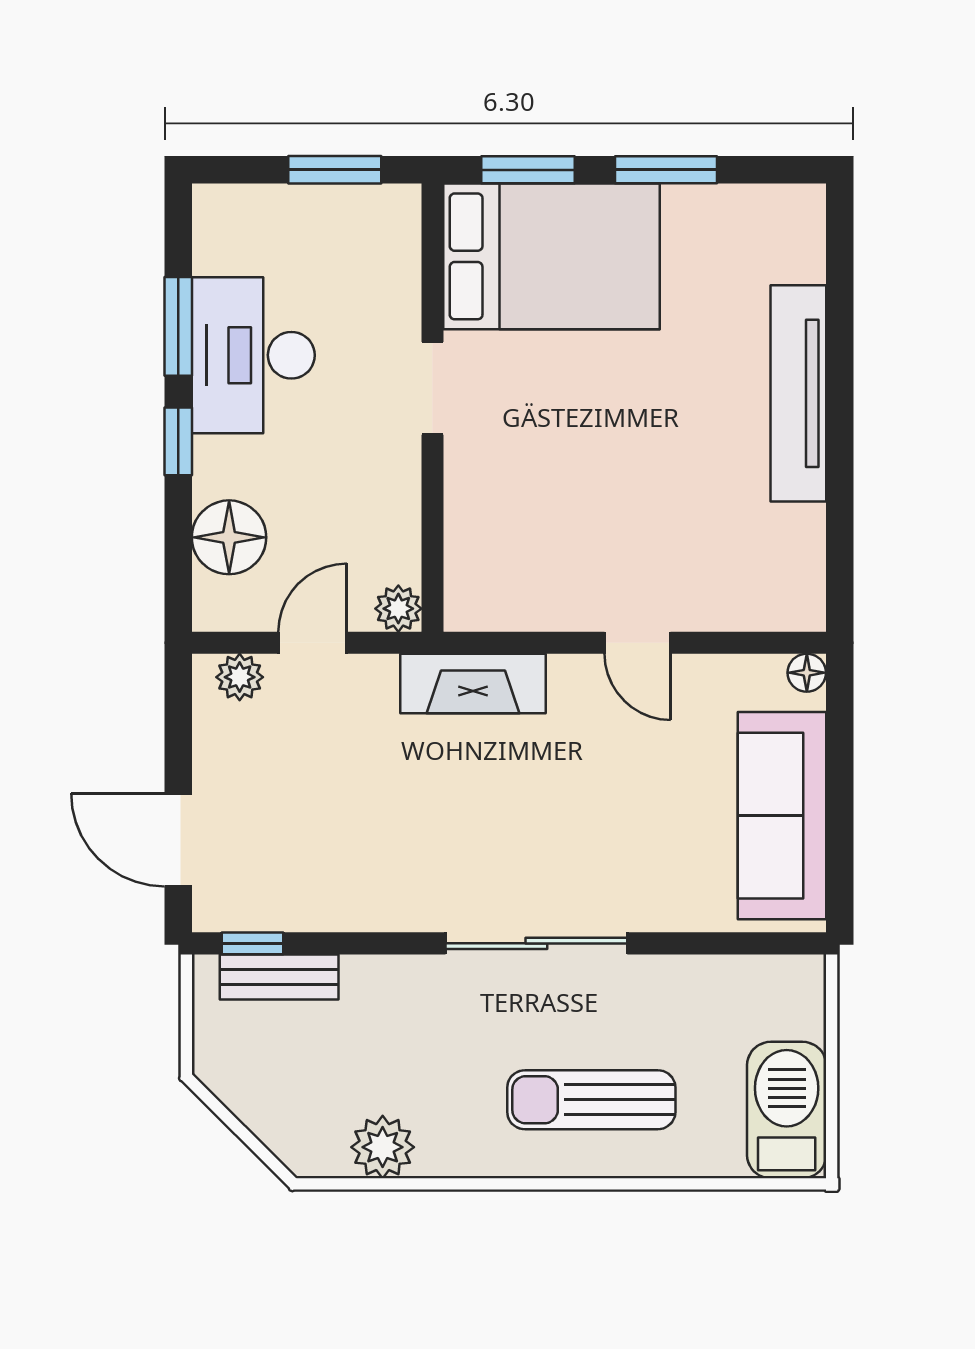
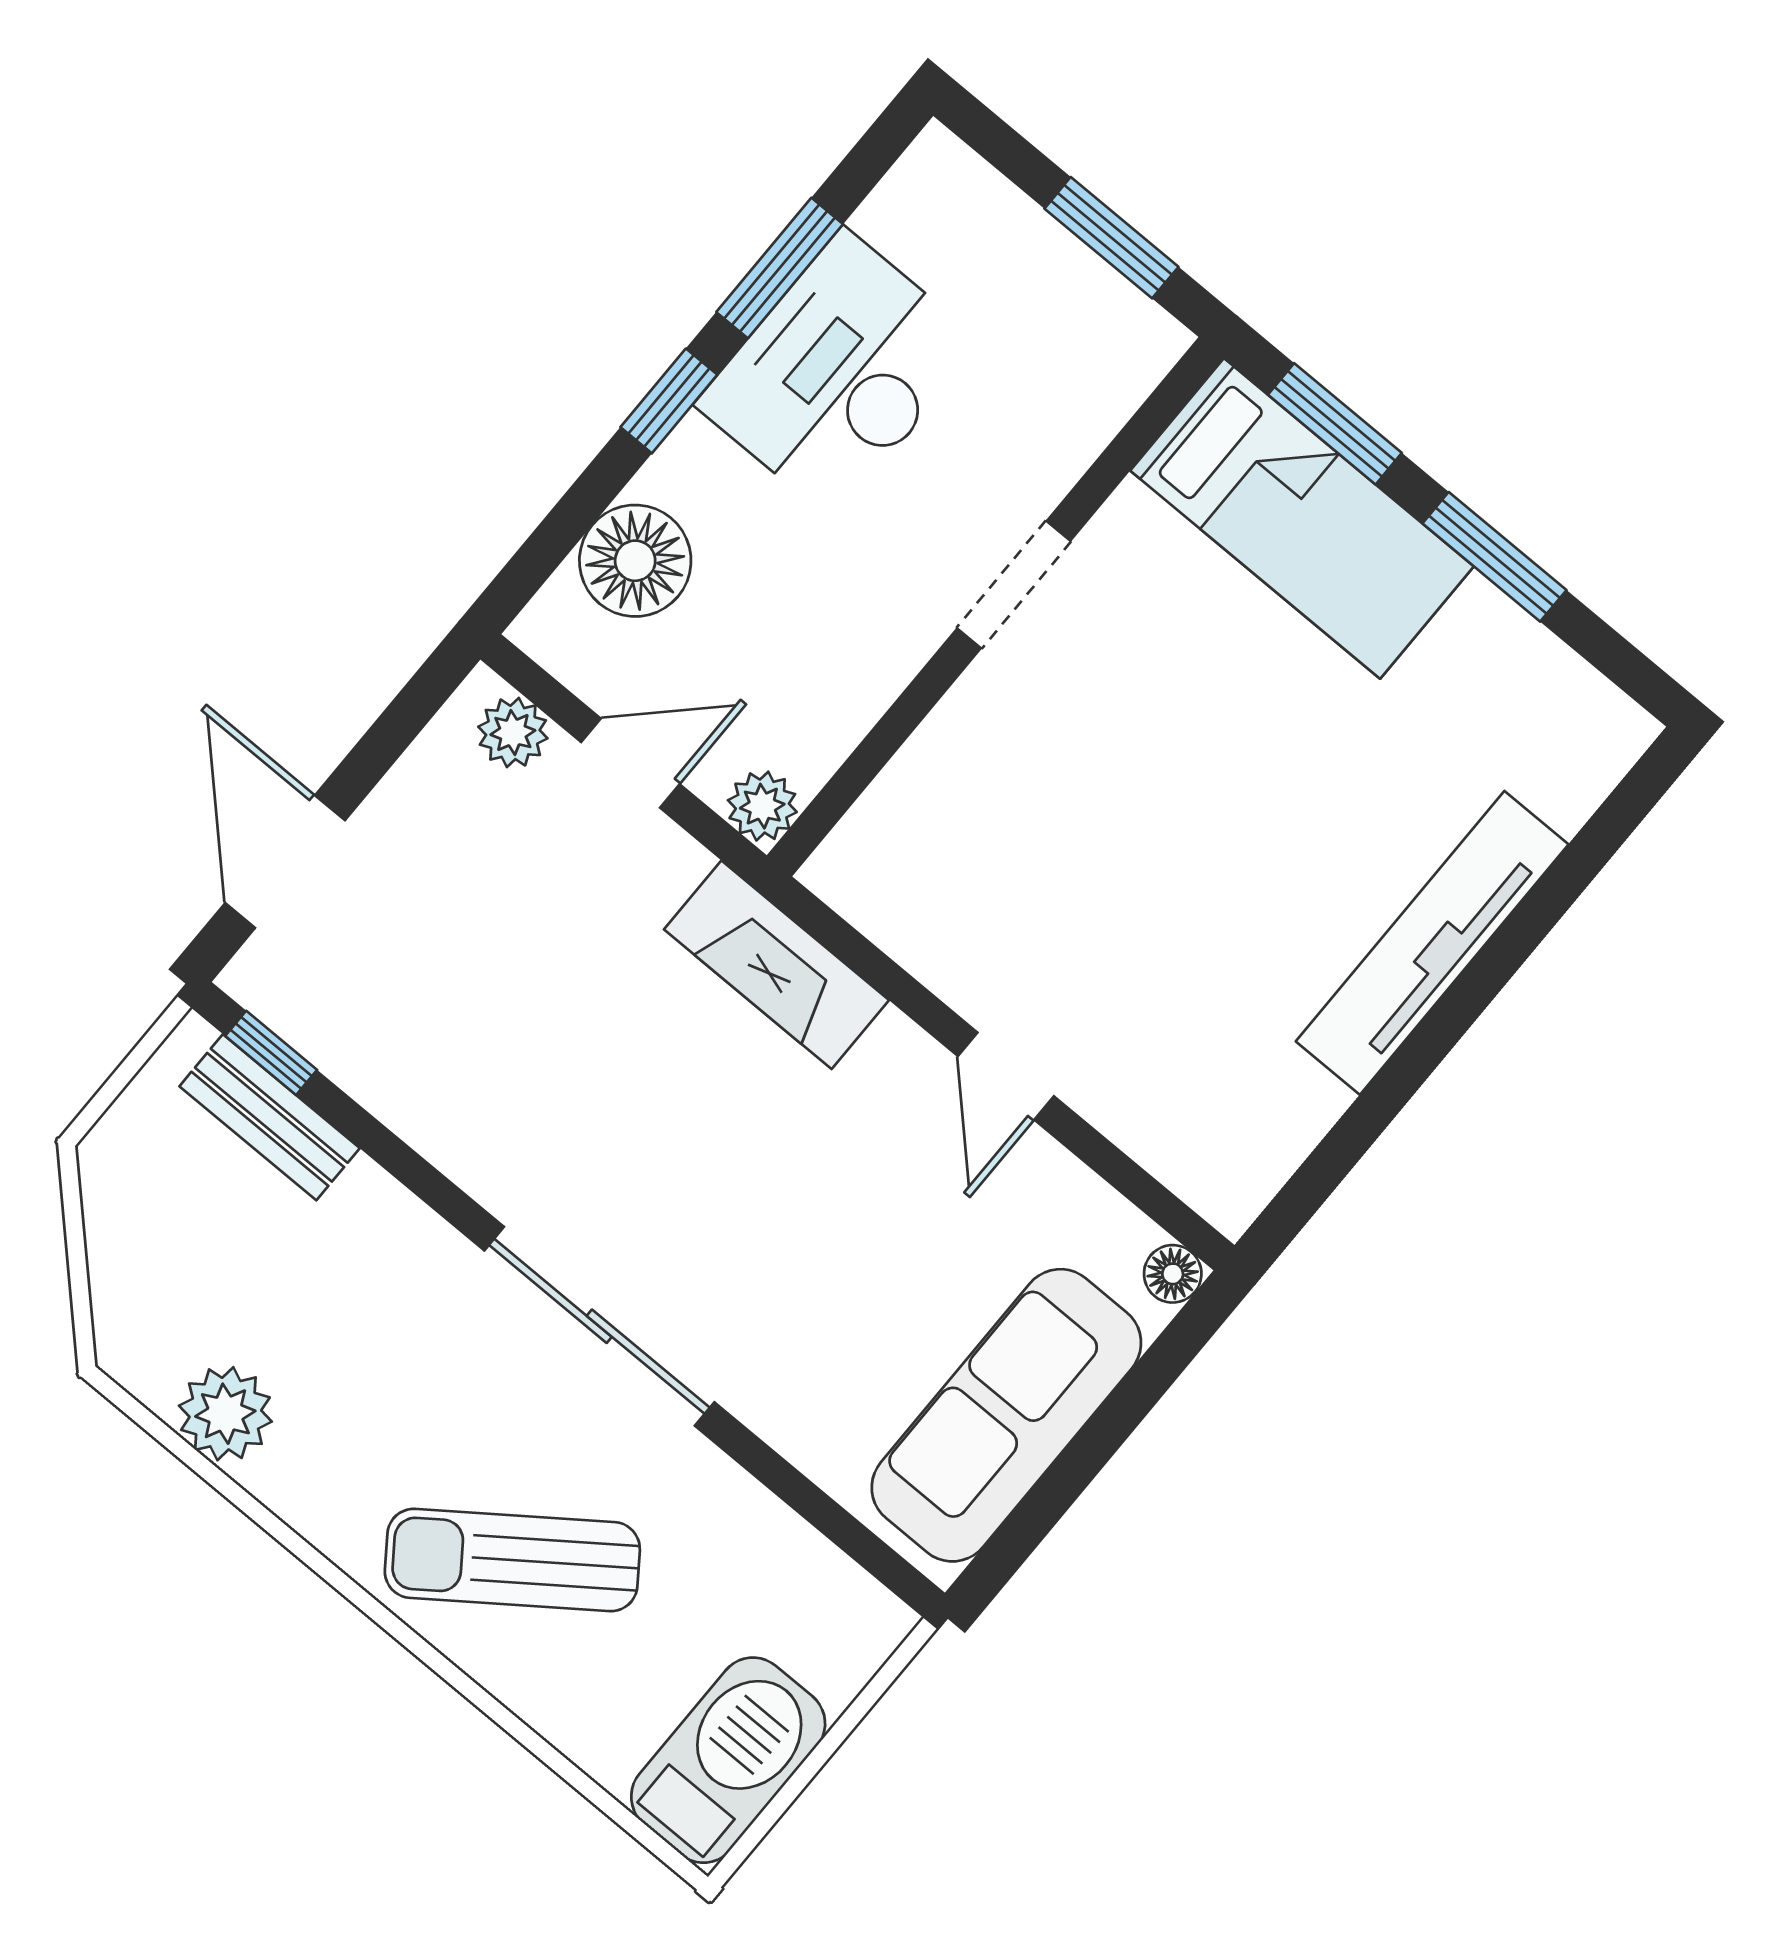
bed: (551, 256) -> (1302, 518), width x0.67
sun lounger: (591, 1100) -> (512, 1560), turned -36

